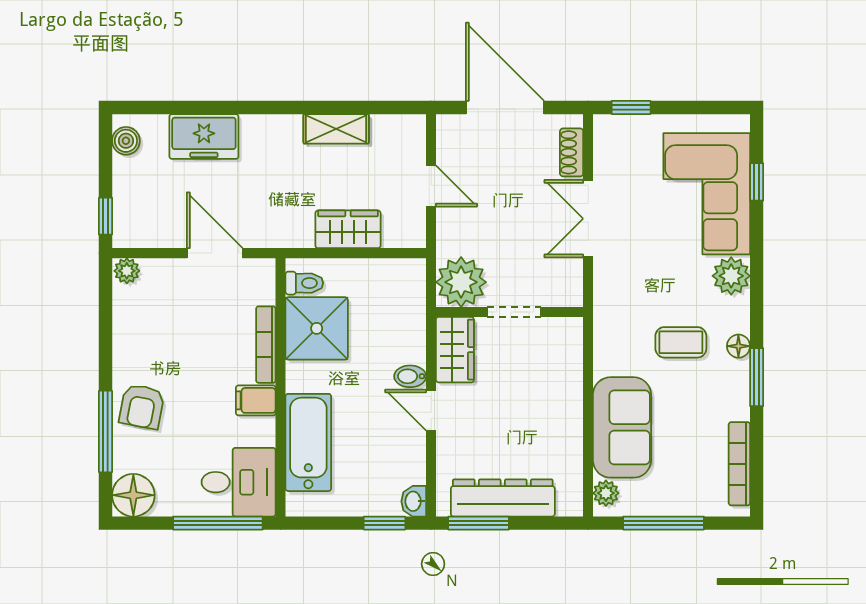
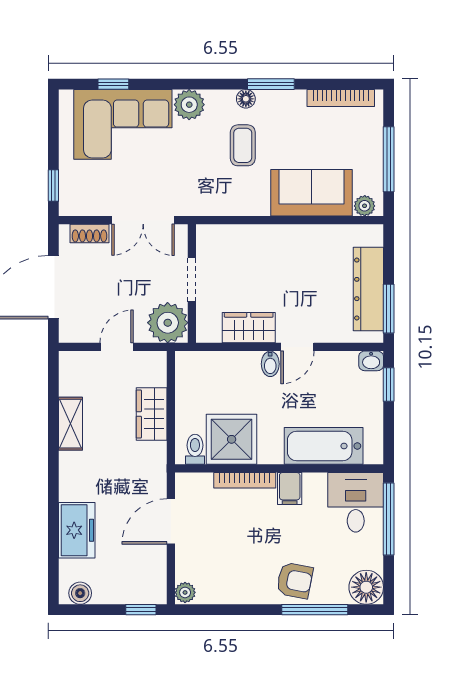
plant: (461, 282) -> (168, 323), moved
wall: (510, 312) -> (192, 284), moved
doorway: (514, 312) -> (192, 280), moved

